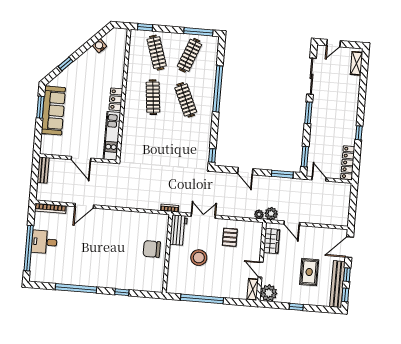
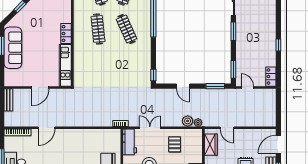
door: (81, 159) -> (40, 87), hinge flipped
locker: (348, 163) -> (271, 77), width x0.66
plant: (271, 214) -> (188, 121), moved

